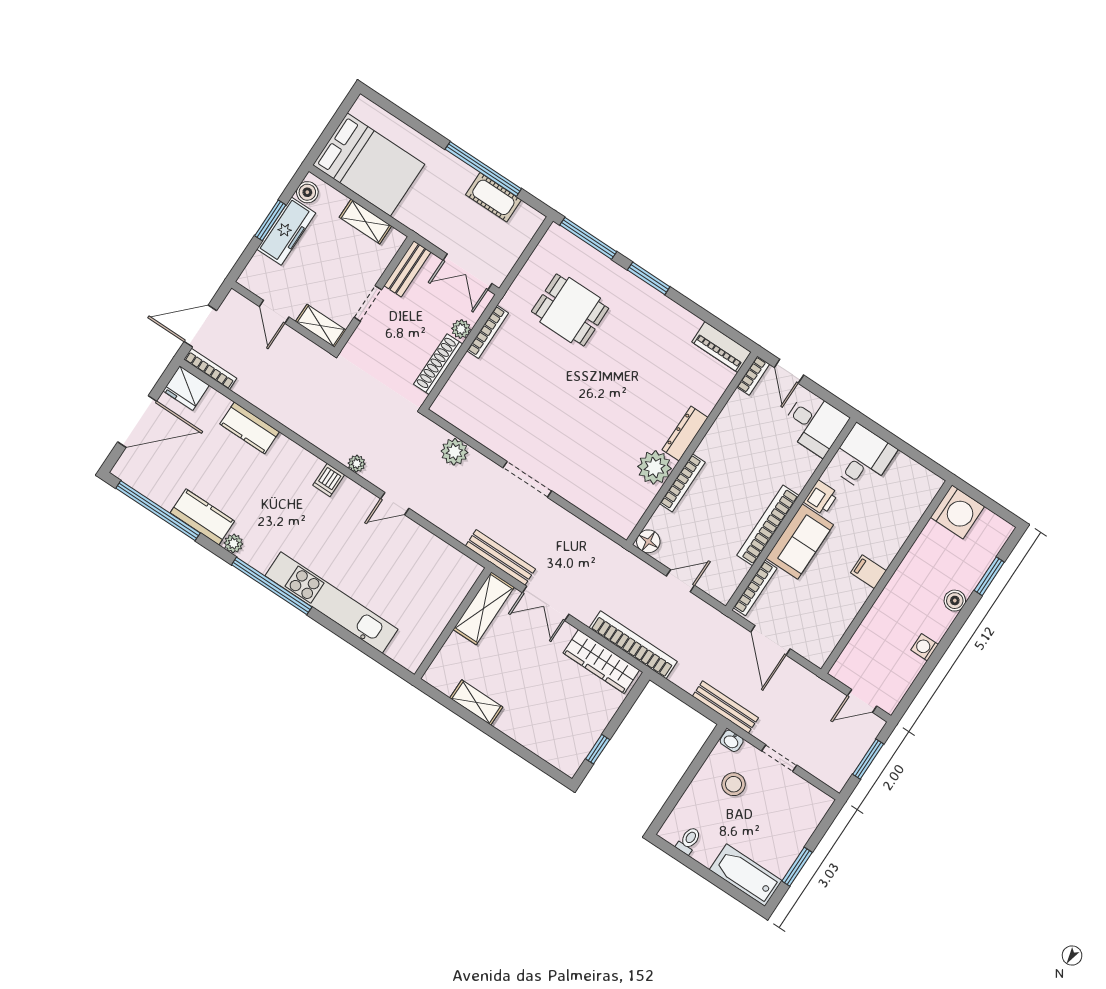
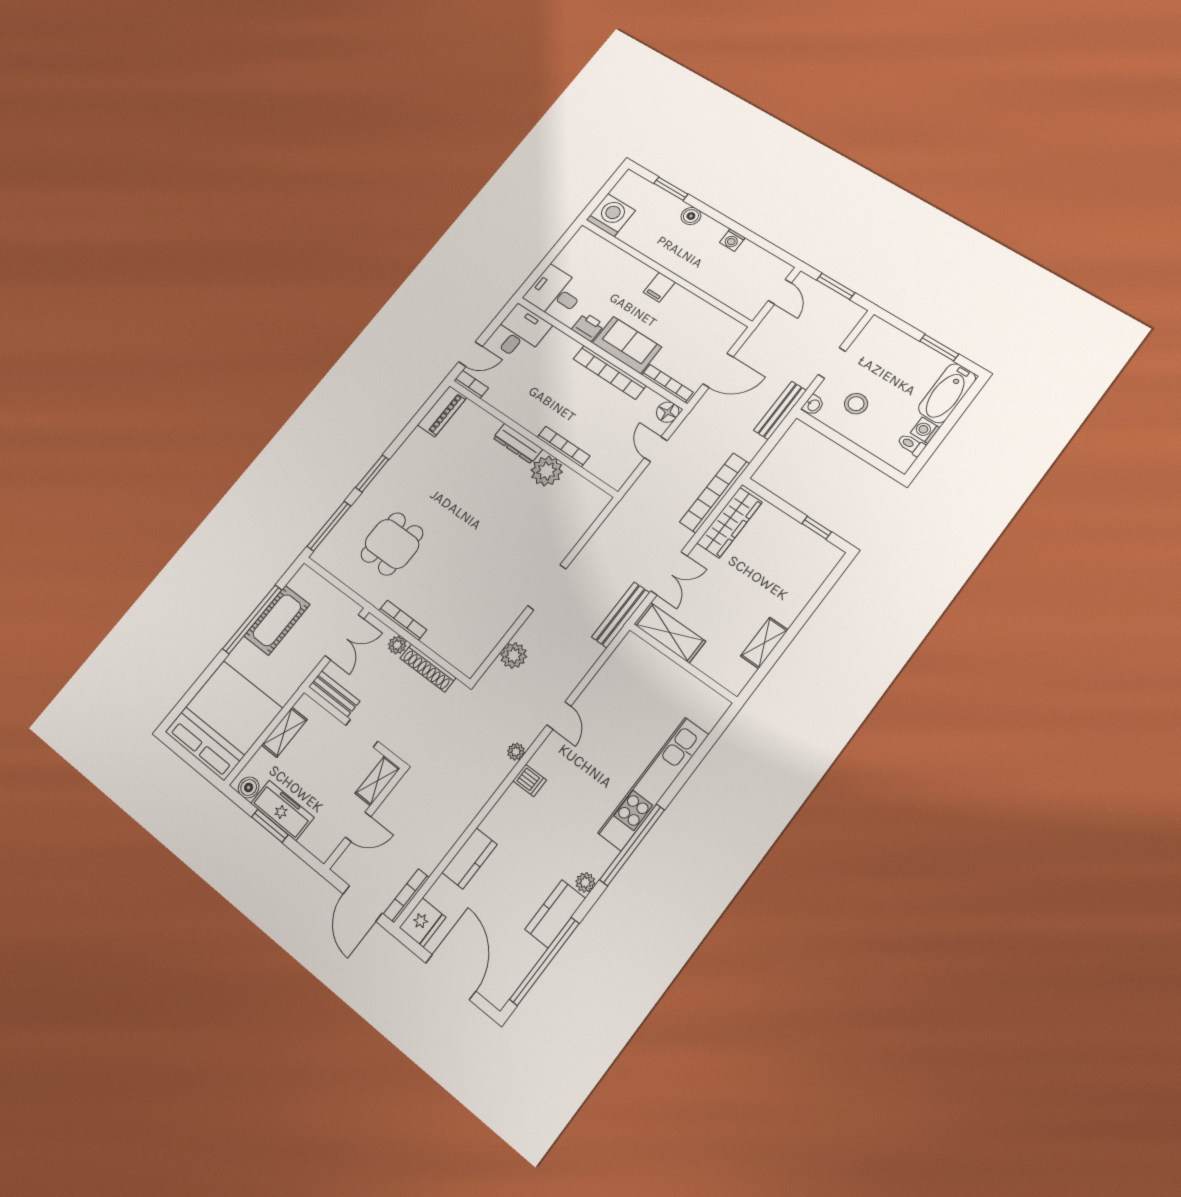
bed: (369, 165) -> (224, 720), width x1.36
cot: (493, 197) -> (277, 620), width x1.37, depth x1.34
floor lamp: (648, 541) -> (668, 412), moved
washing machine: (705, 854) -> (925, 430), added

